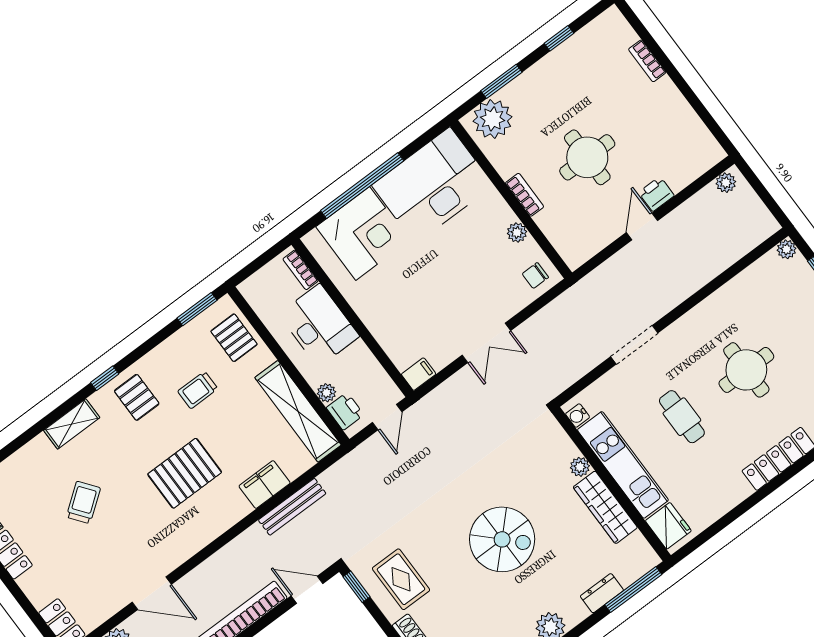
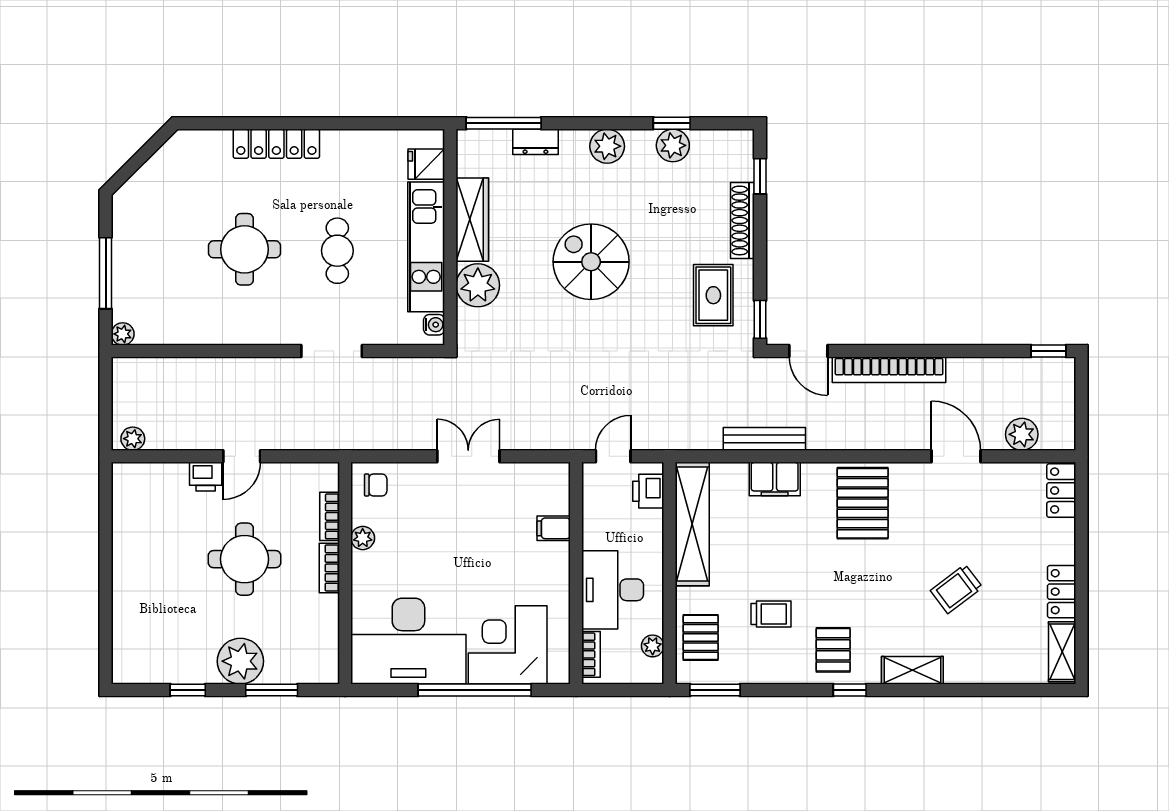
bookcase: (647, 61) -> (330, 516), moved, turned 180
plant: (493, 119) -> (240, 661), moved
filing cabinet: (419, 374) -> (554, 528), moved
plant: (326, 393) -> (653, 646), moved
plant: (580, 467) -> (478, 285), width x1.88, depth x1.88
pallet: (185, 473) -> (863, 503), moved, turned 90
fridge: (668, 526) -> (426, 164), width x0.72

